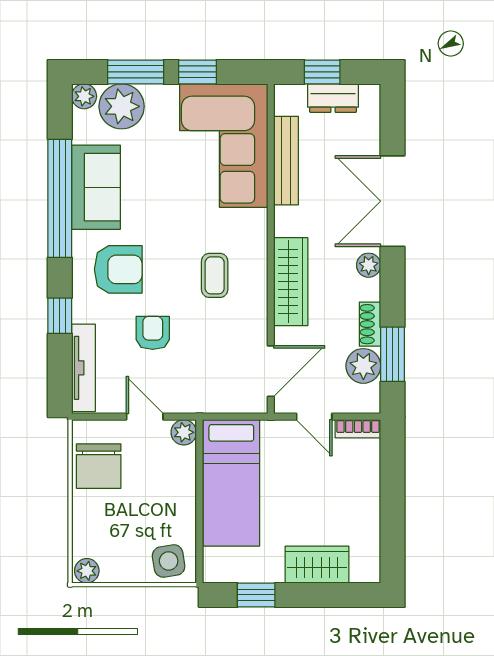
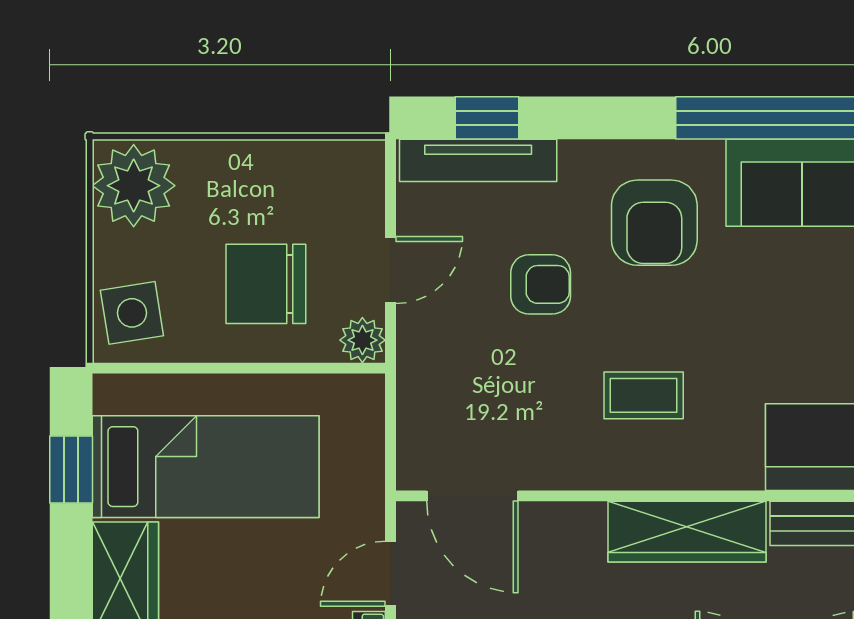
wardrobe: (291, 282) -> (687, 532), moved
window: (60, 316) -> (487, 118), moved
chair: (99, 466) -> (266, 284), moved
bed: (231, 483) -> (206, 467), moved, turned 180
plant: (87, 571) -> (134, 186), width x1.88, depth x1.88

